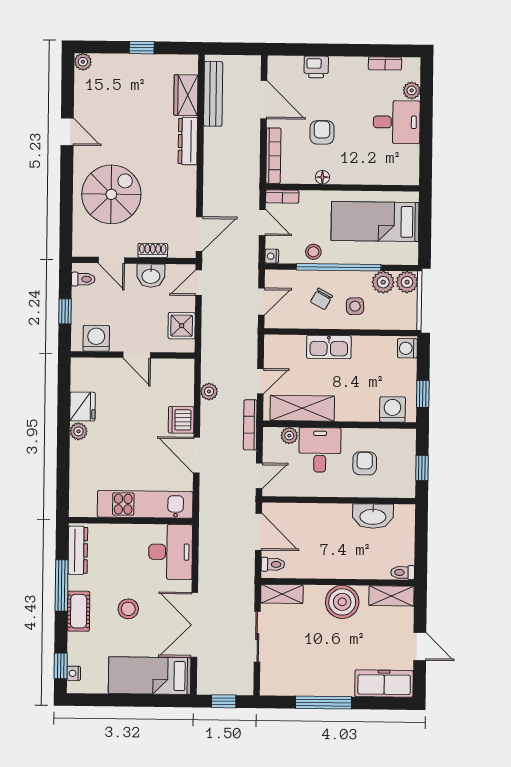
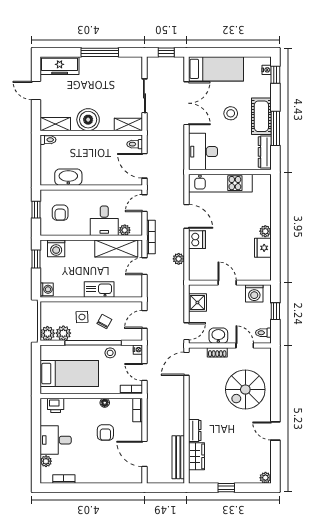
printer: (316, 67) -> (56, 405), moved, turned 180
dresser: (188, 141) -> (195, 431), width x0.70
bookcase: (273, 156) -> (138, 410), width x0.64
armchair: (365, 463) -> (60, 213), moved
cot: (79, 611) -> (261, 116), width x1.37, depth x1.34

